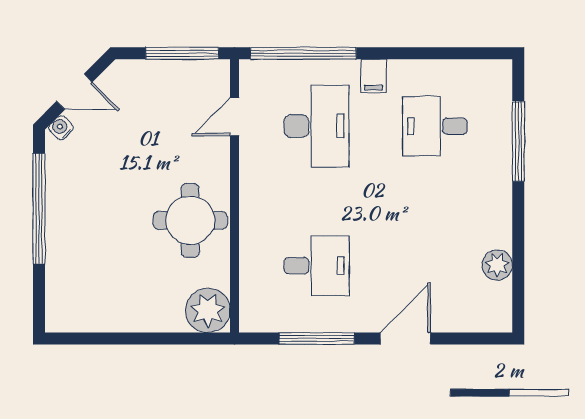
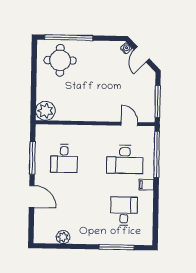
window: (39, 209) -> (69, 38), moved
round table: (190, 220) -> (60, 60), moved

